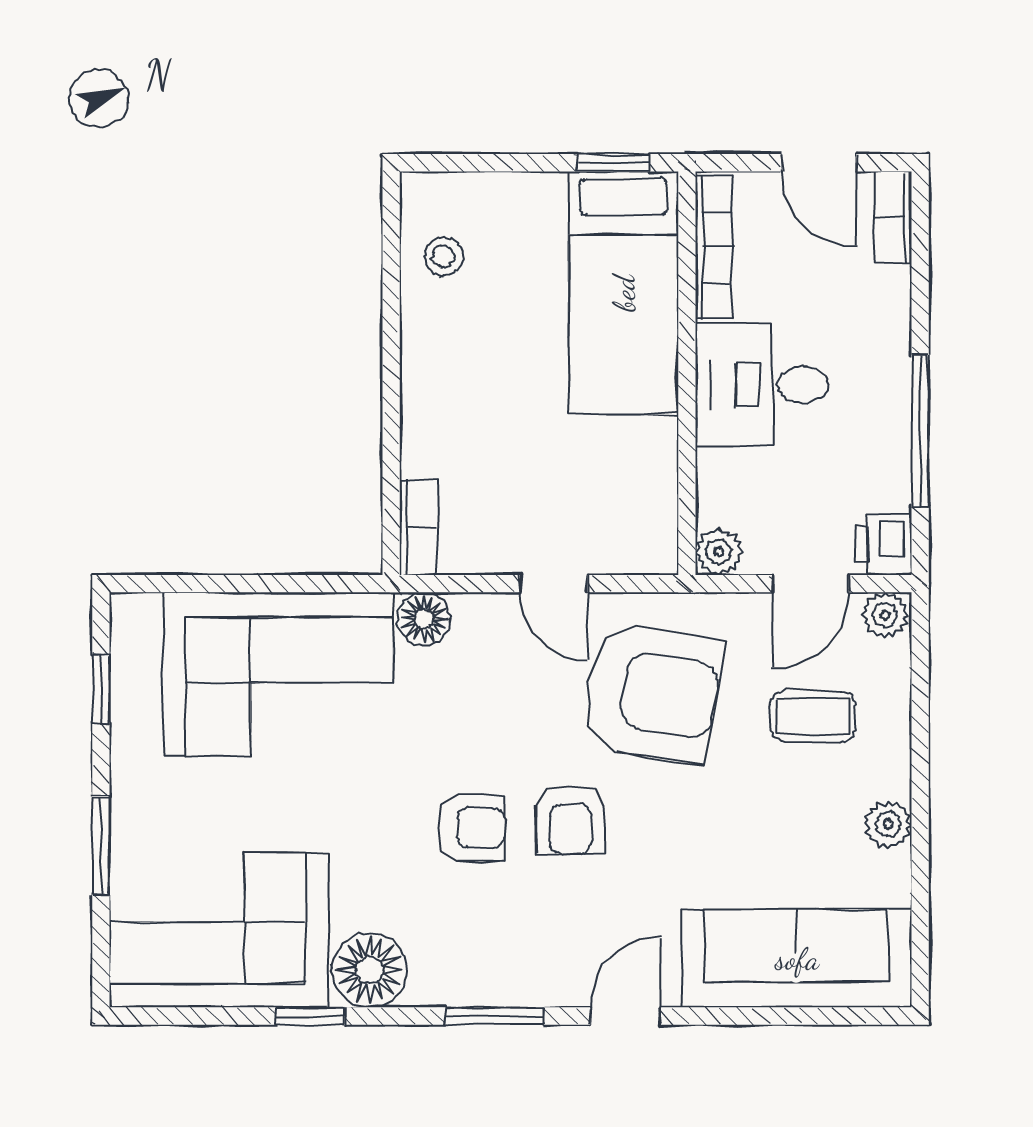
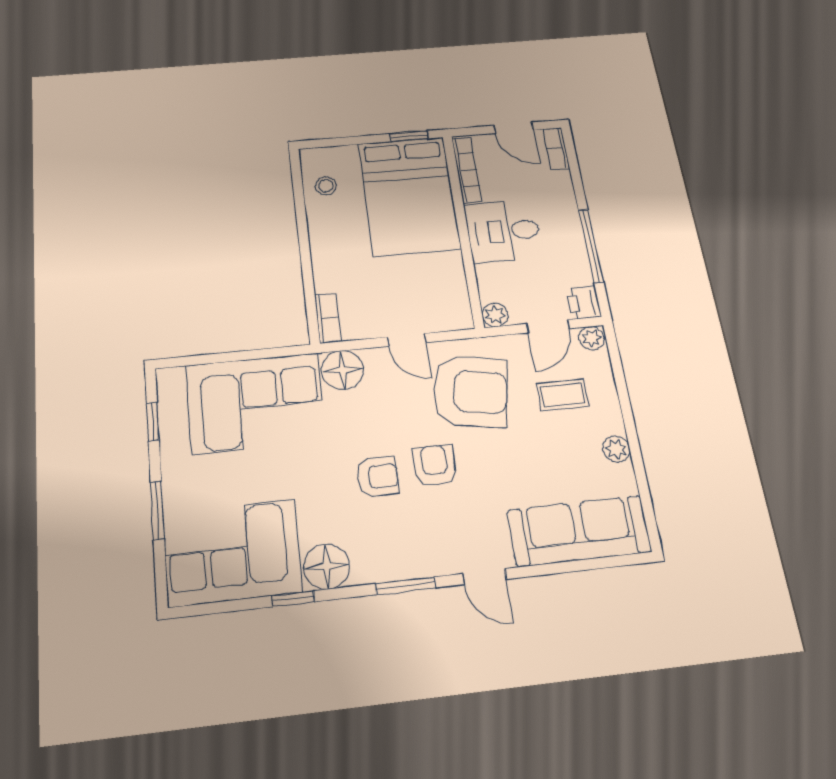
bed: (624, 293) -> (409, 196), width x1.50
floor lamp: (424, 619) -> (343, 370), width x1.38, depth x1.38
armchair: (570, 819) -> (435, 465), turned 180
door: (626, 1016) -> (484, 577), swing flipped

